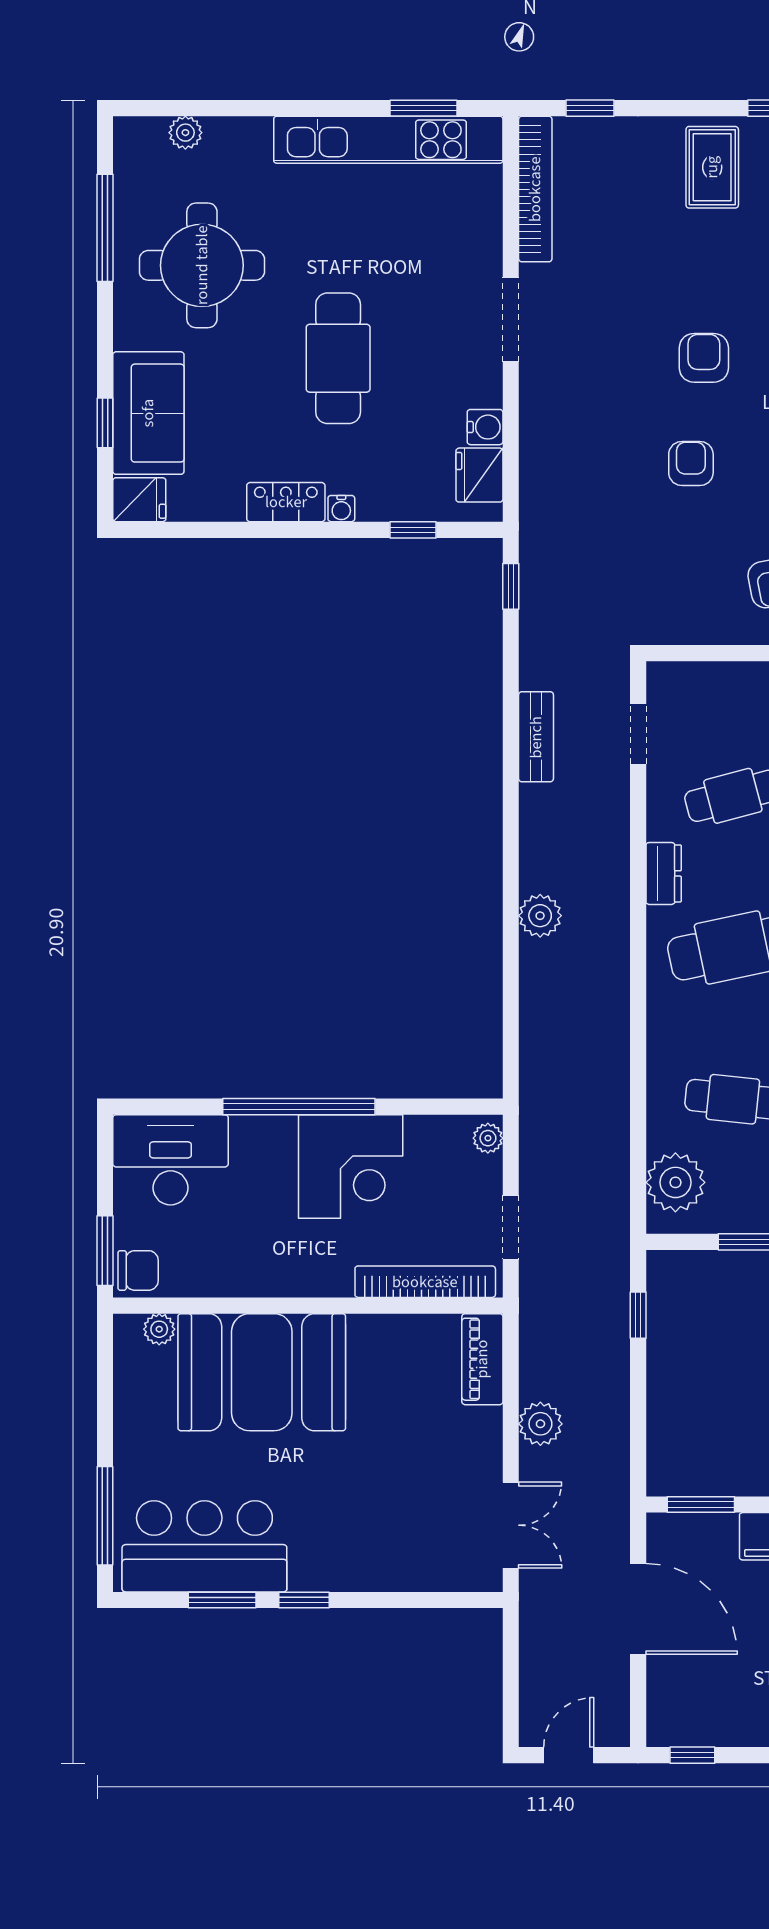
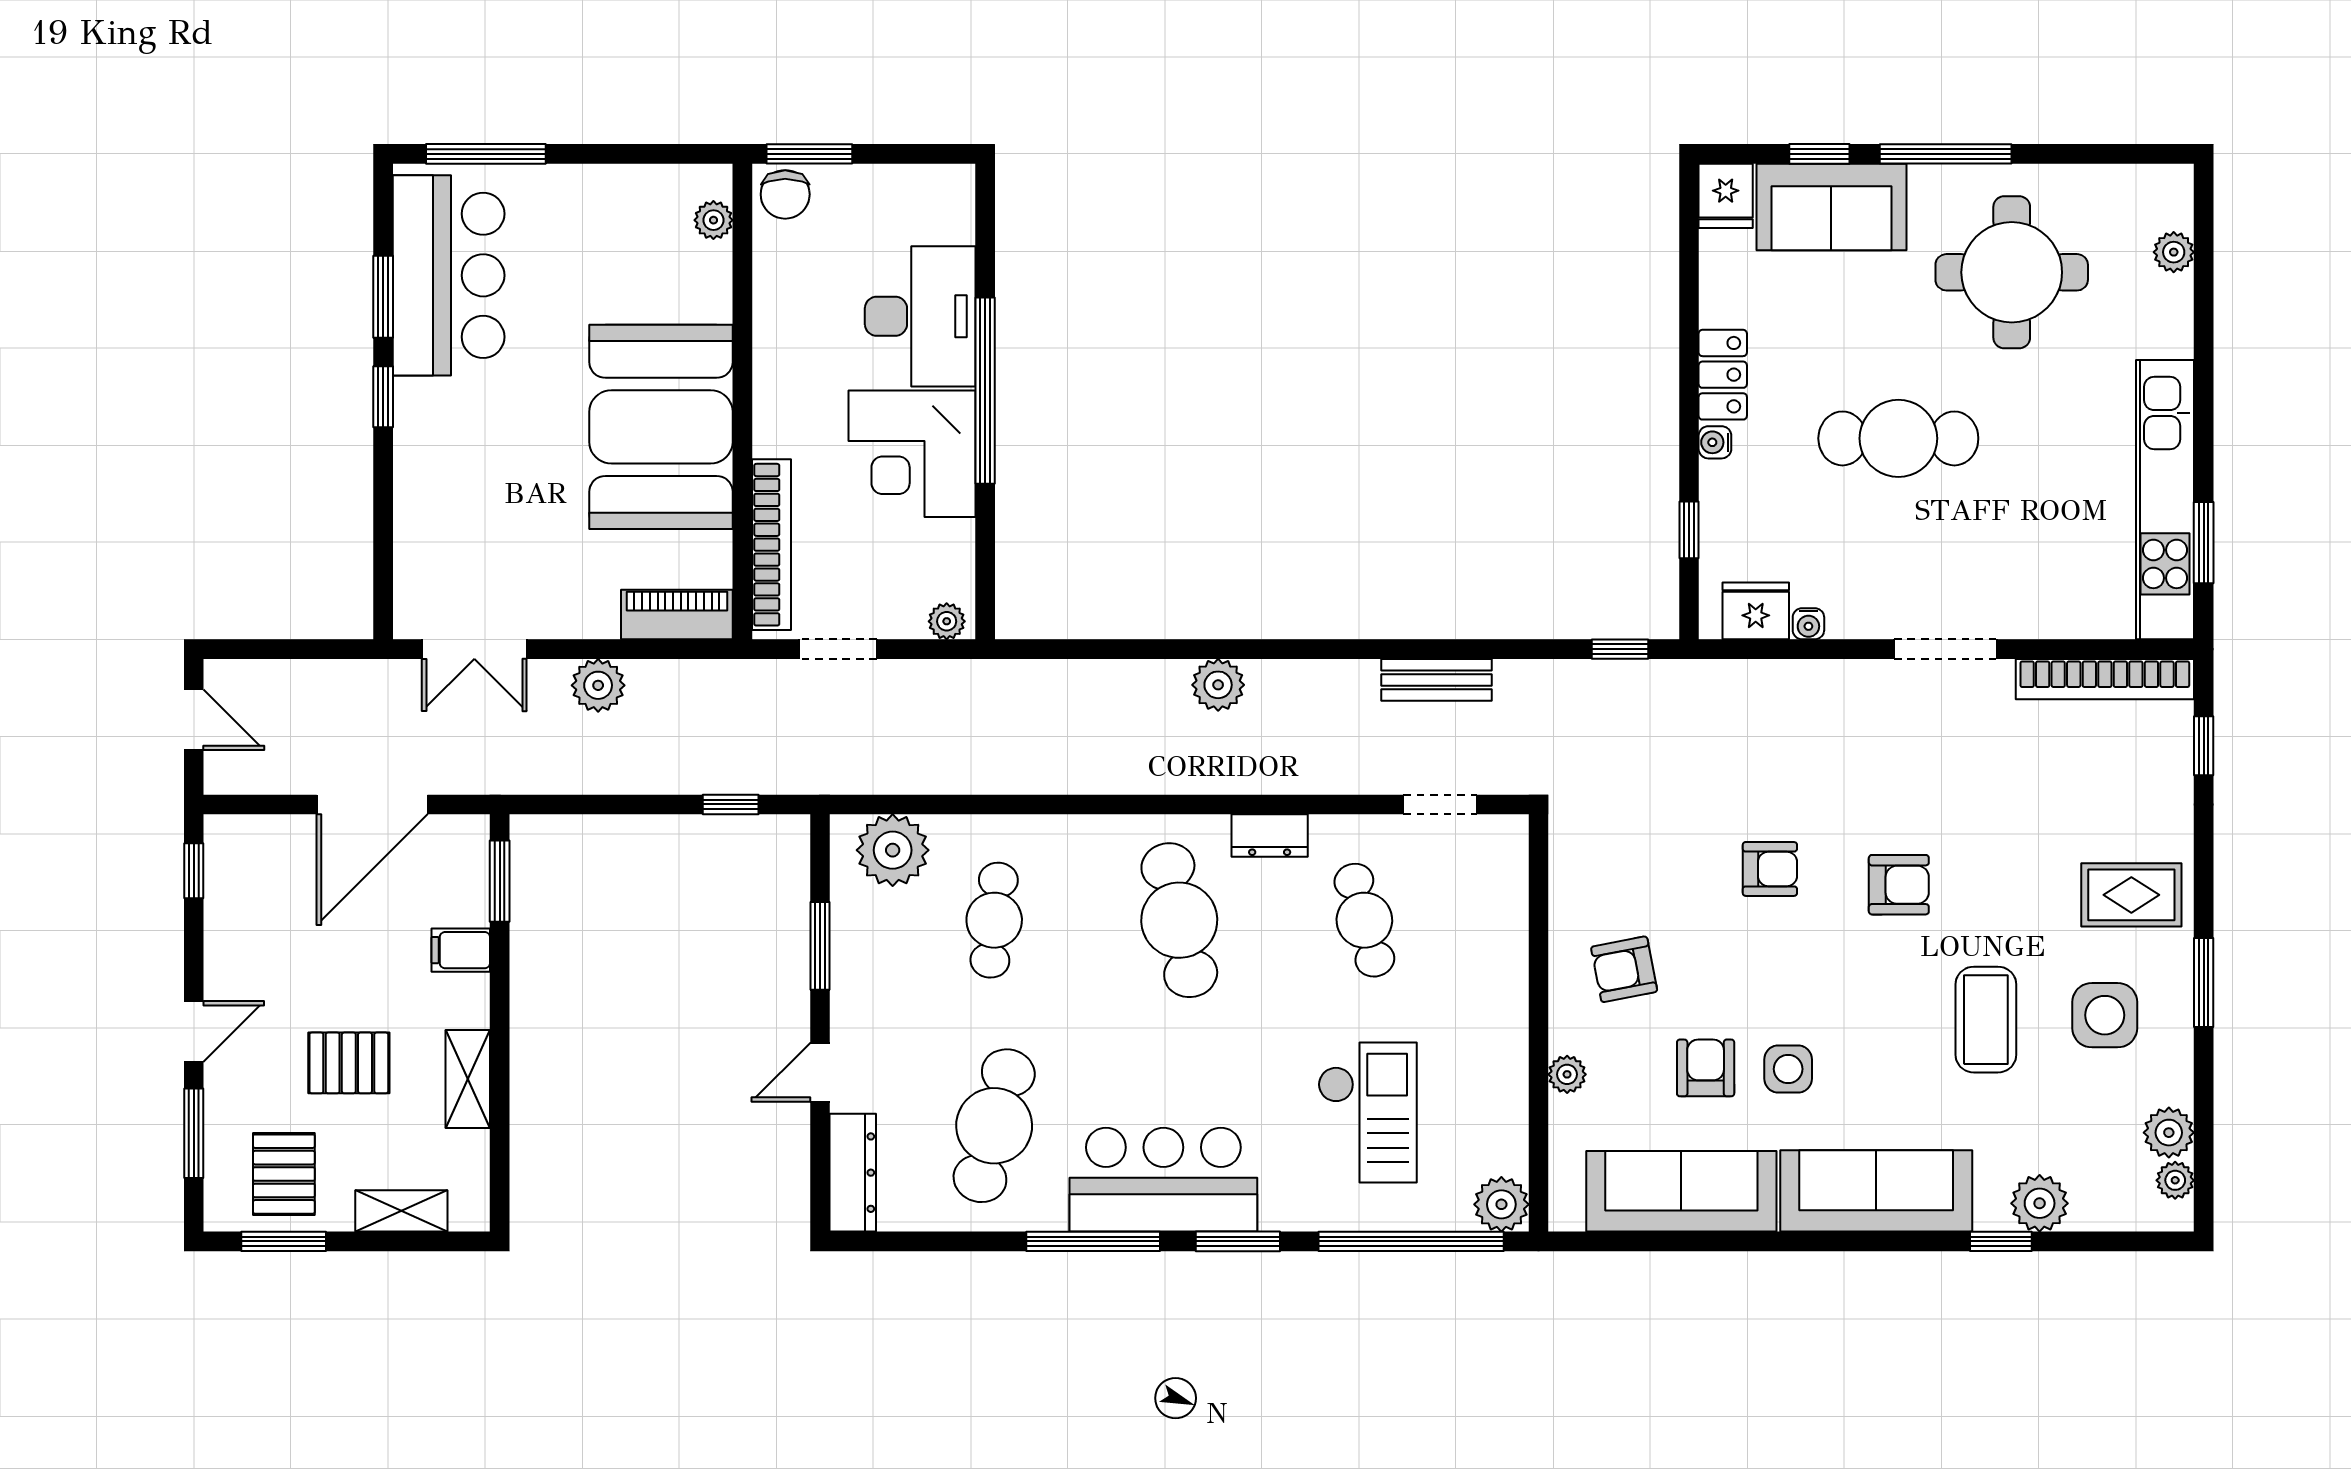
window: (105, 228) -> (1946, 154), moved
water cooler: (485, 427) -> (1808, 624), width x0.72, depth x0.72
desk: (171, 1160) -> (920, 316), moved
booth: (262, 1372) -> (661, 427), moved

